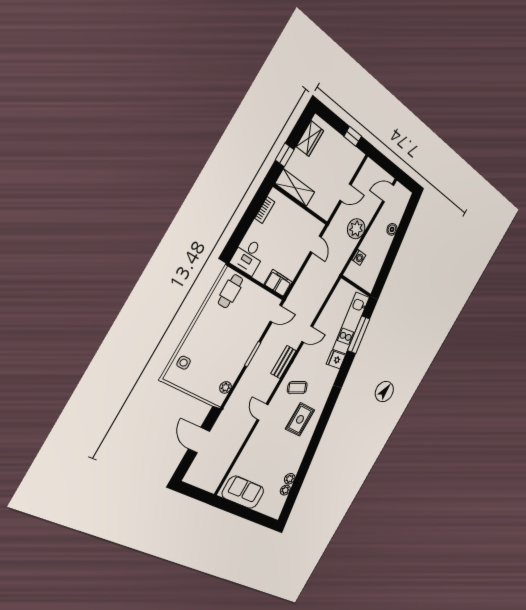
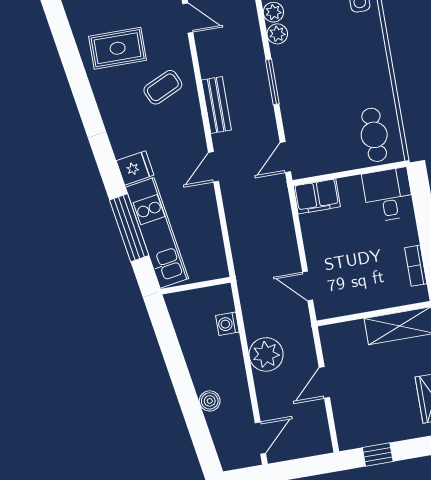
plant: (232, 376) -> (277, 34), added
rug: (300, 419) -> (118, 48), turned 90

